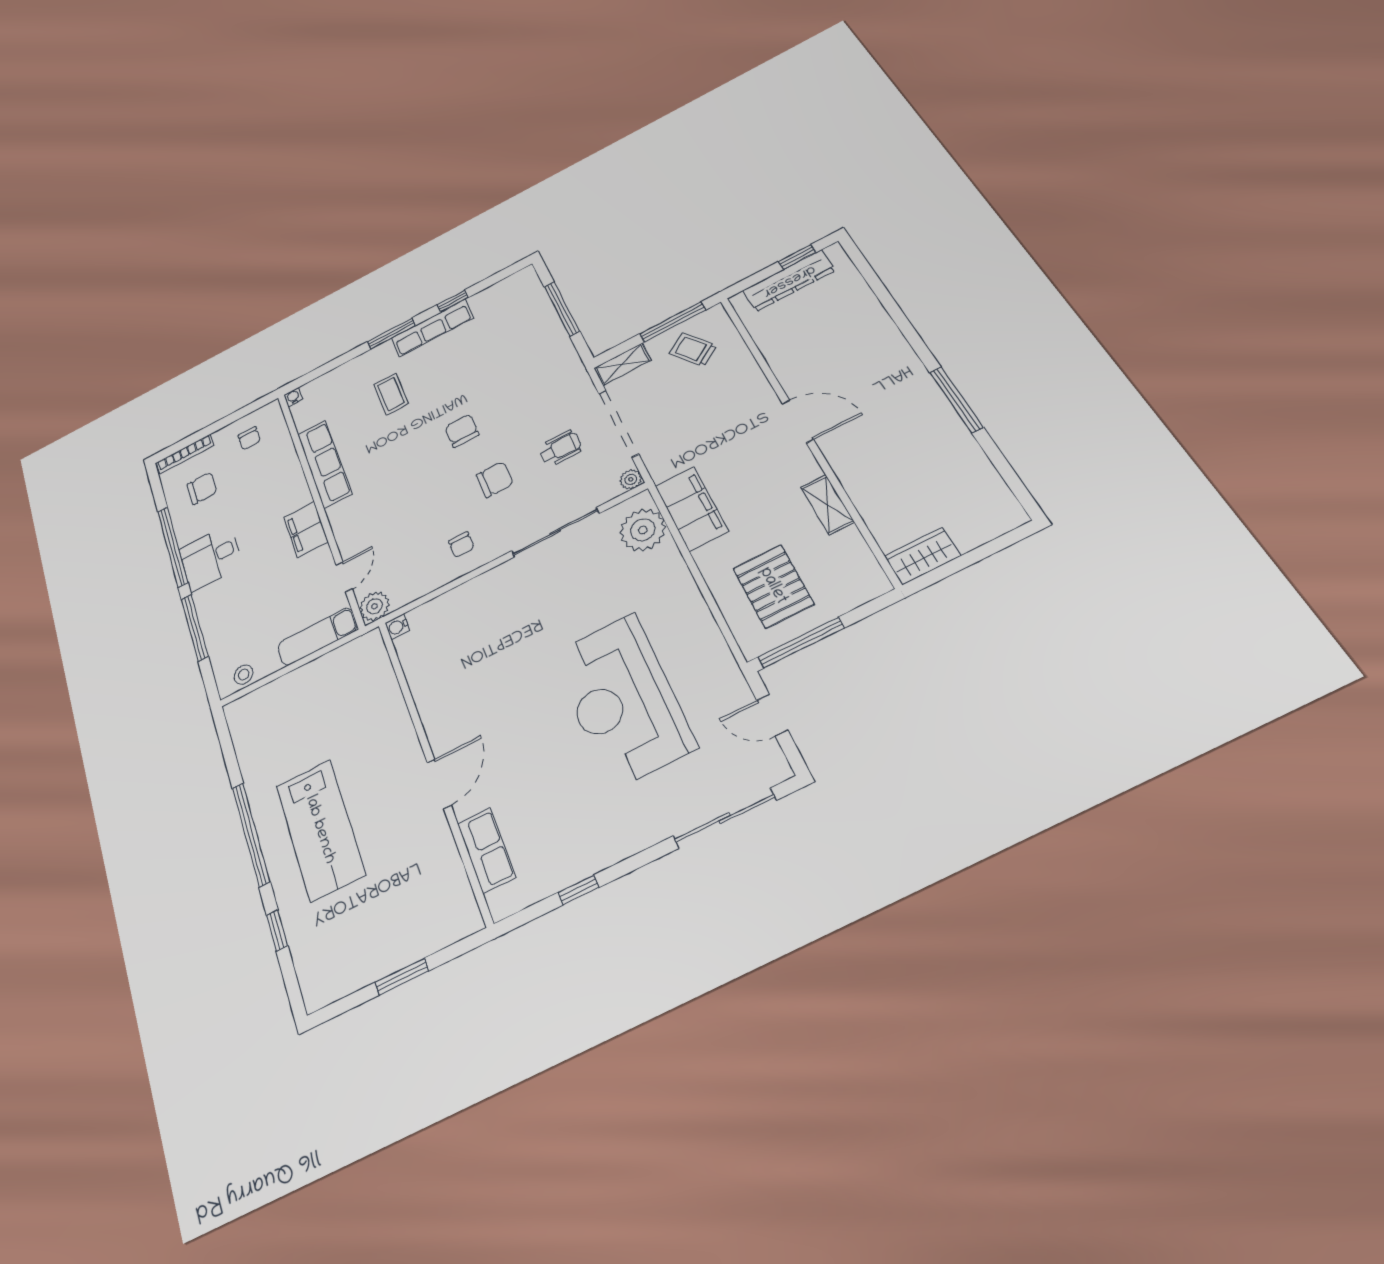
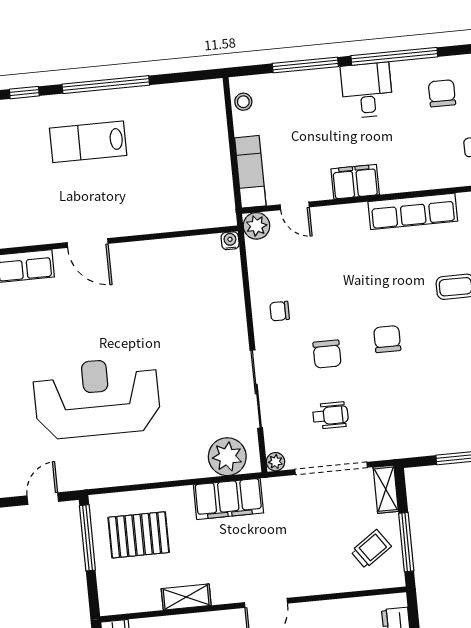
chair: (462, 431) -> (387, 339), turned -90
wheelchair: (560, 448) -> (331, 415), turned -90
chair: (202, 488) -> (442, 93), turned 180
lab bench: (320, 830) -> (88, 142), width x0.73, depth x0.72

